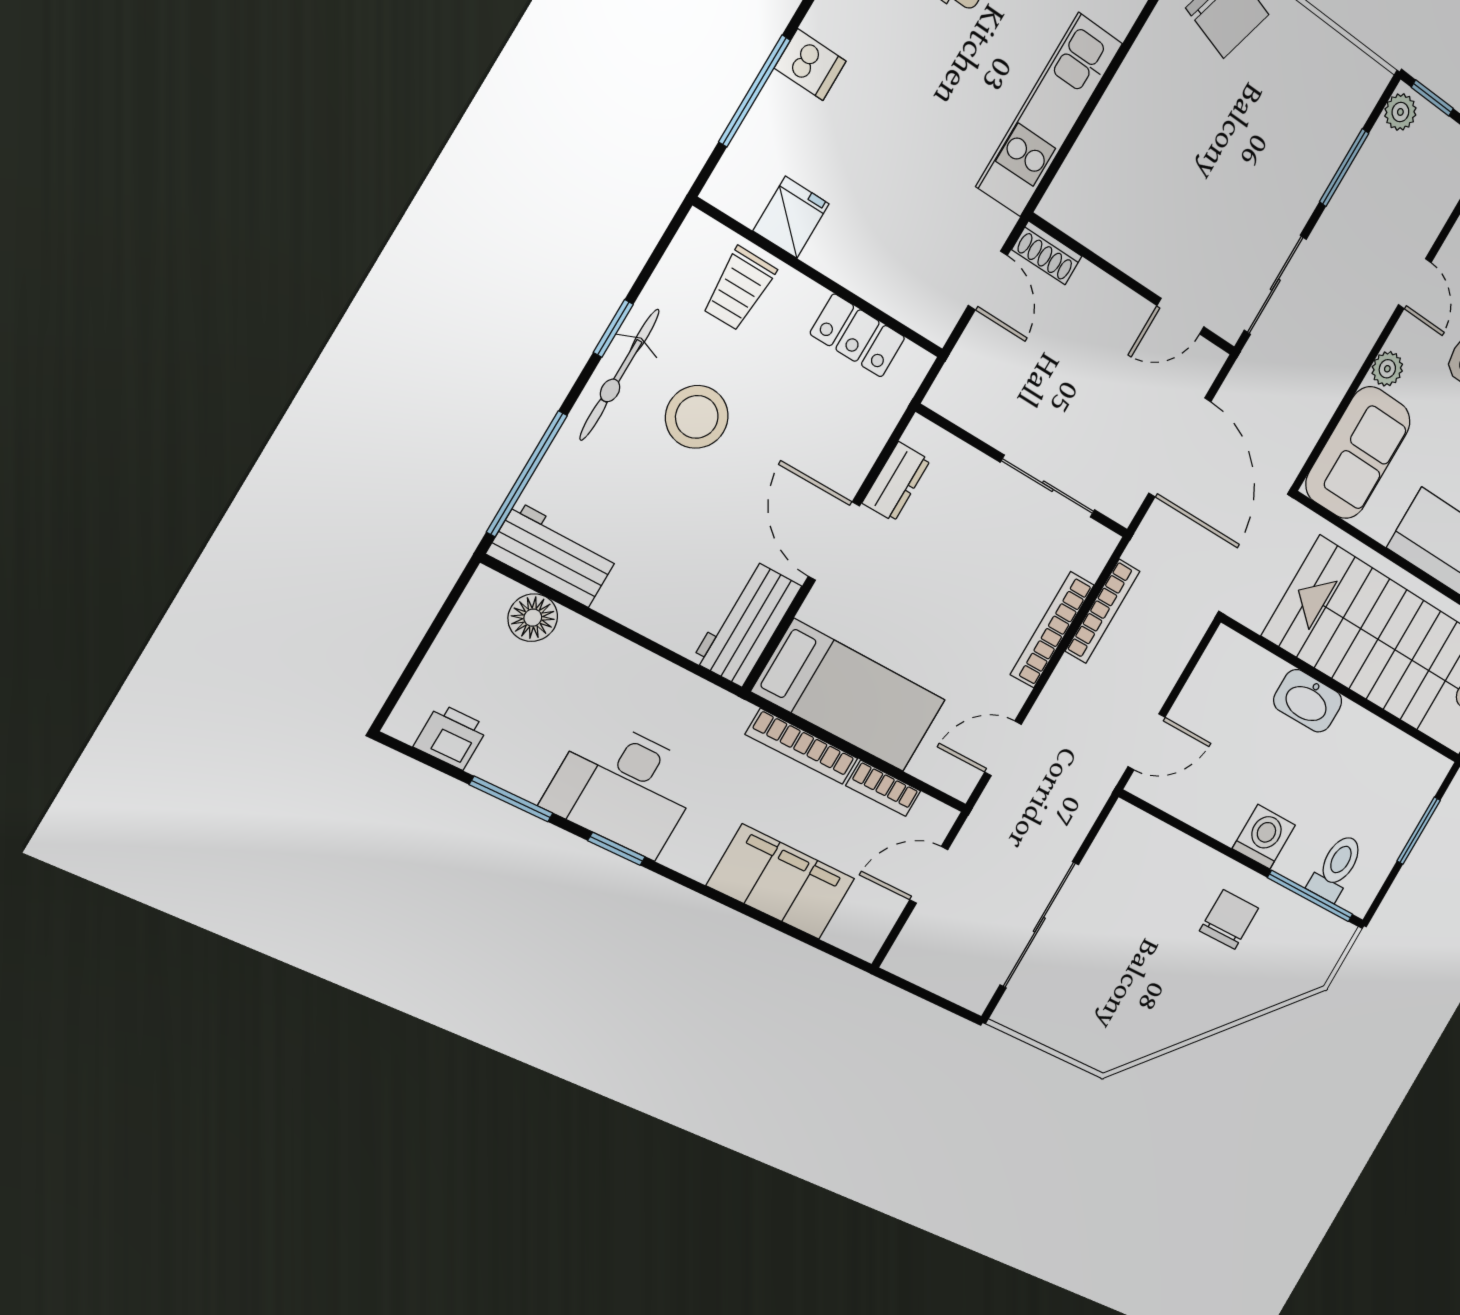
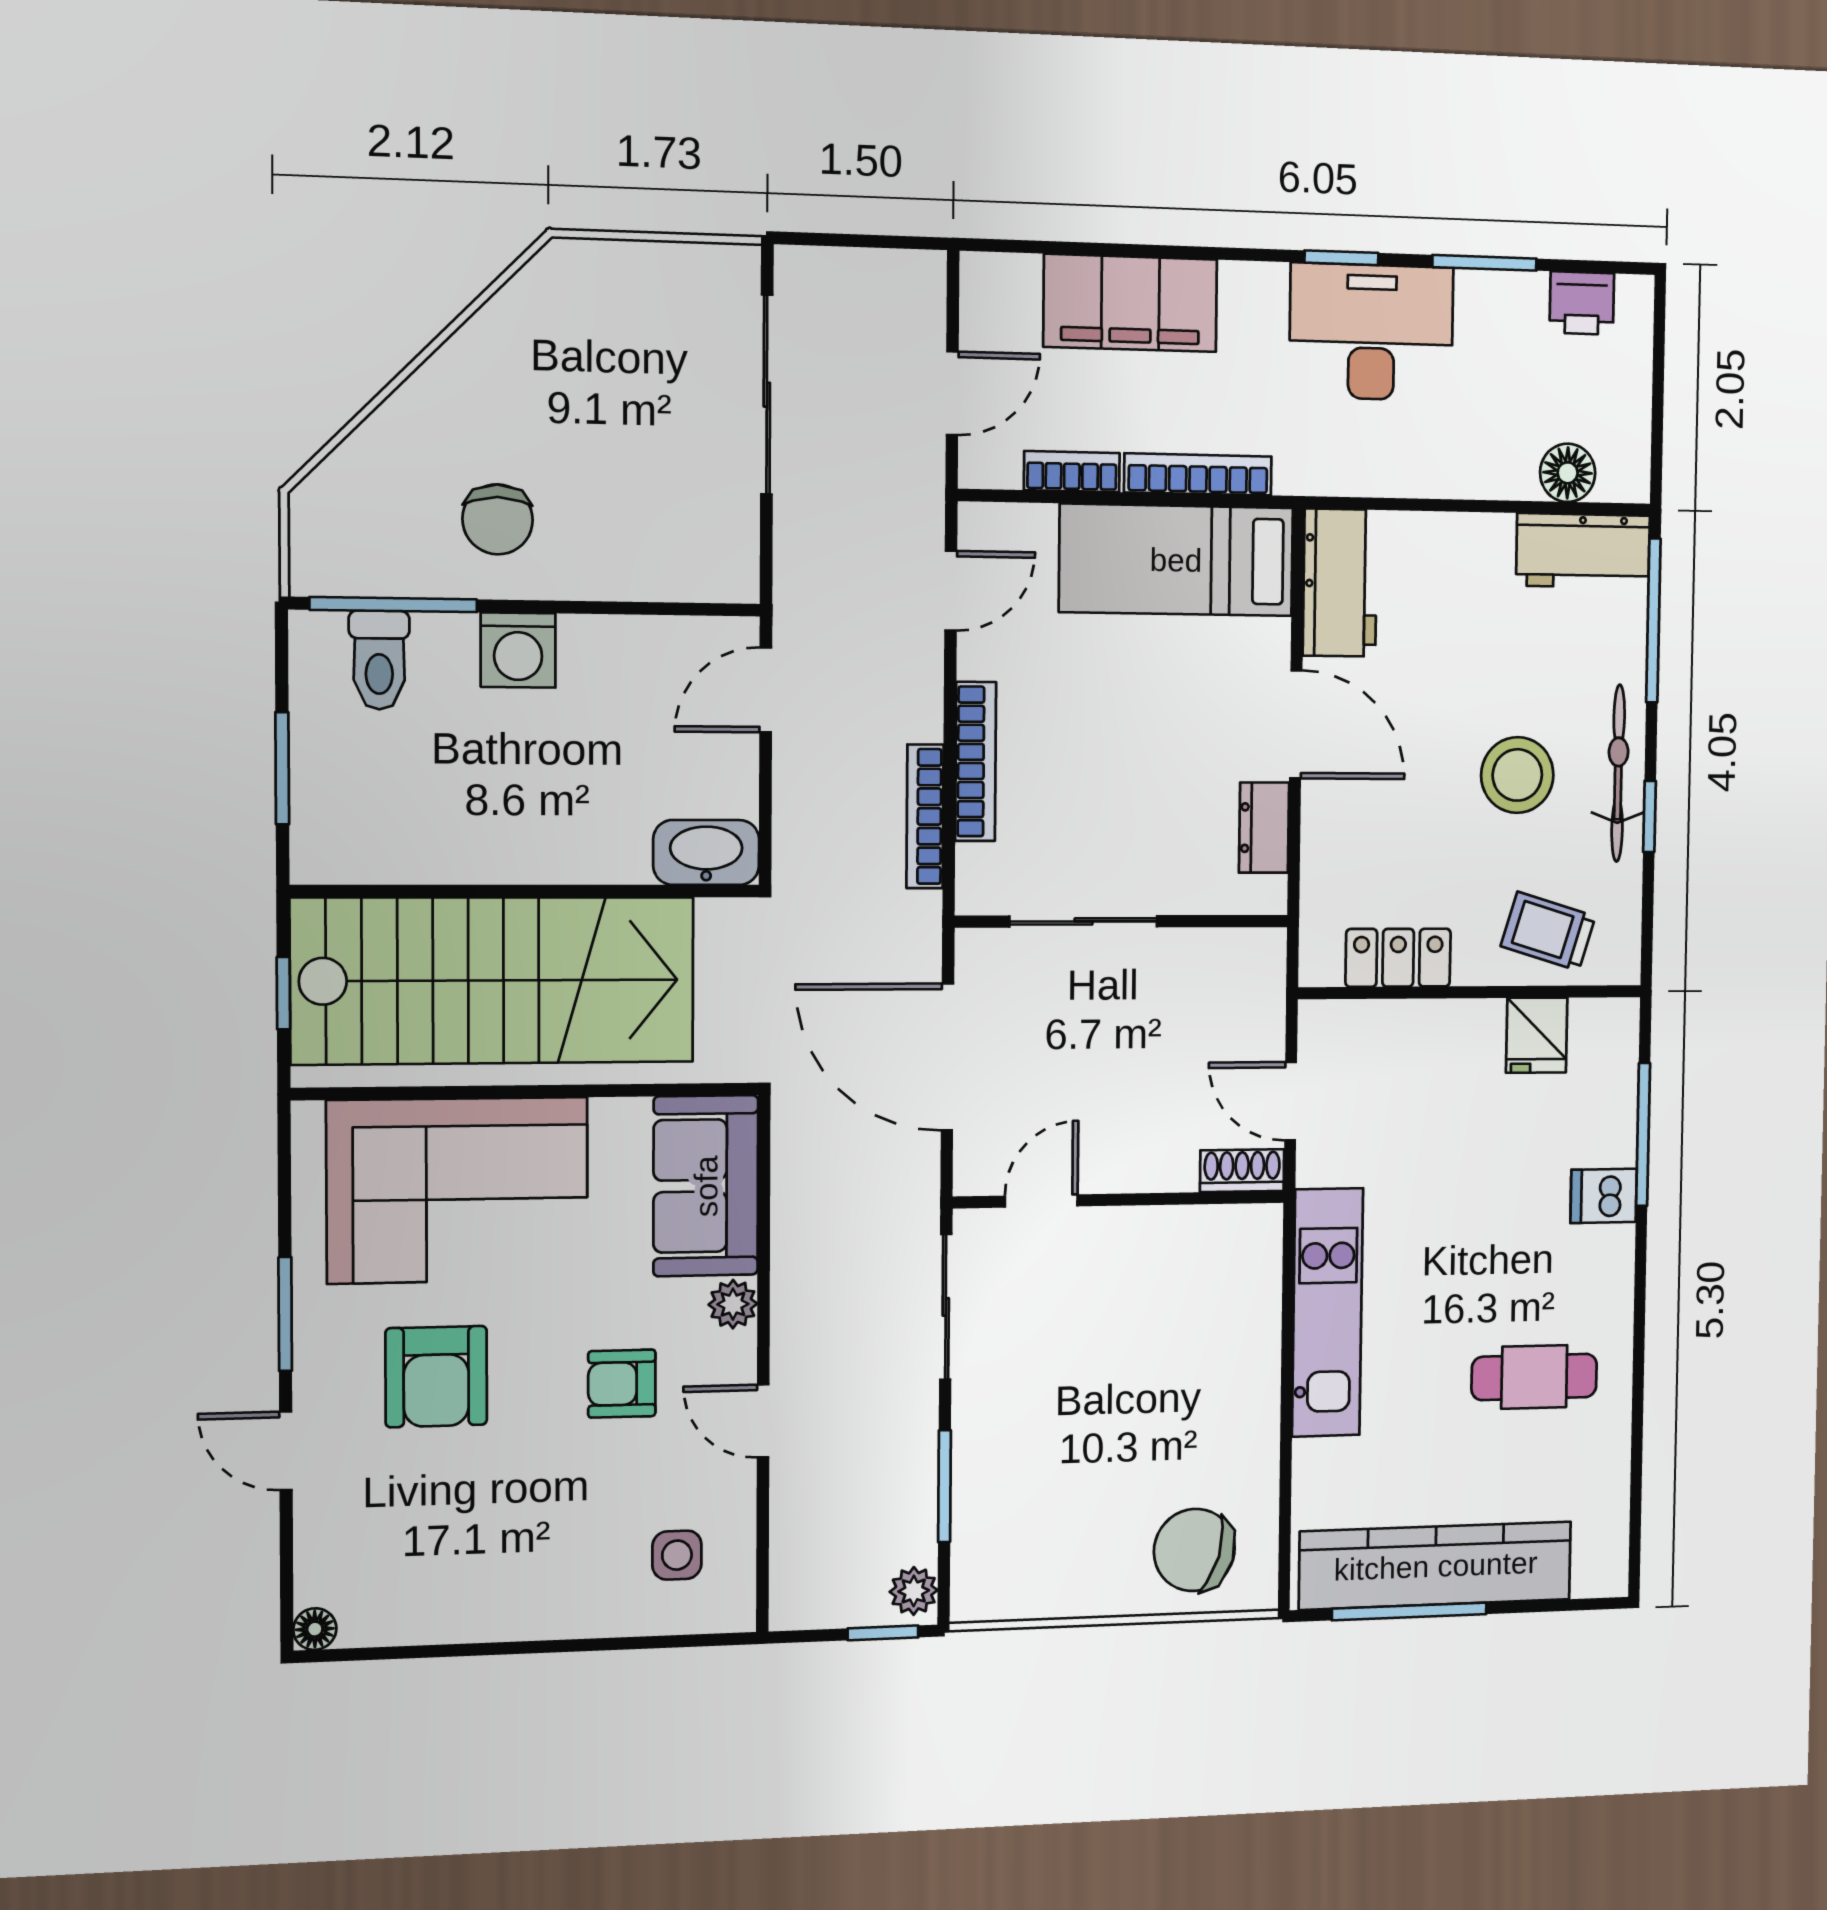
trolley: (739, 289) -> (1548, 931), turned -73
washbasin: (1308, 701) -> (706, 852), moved

